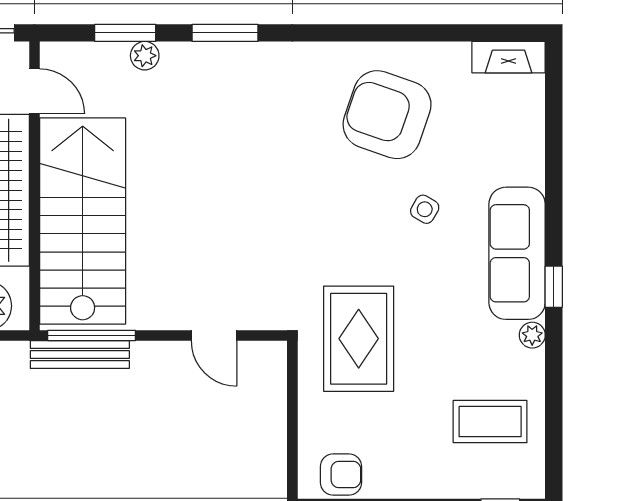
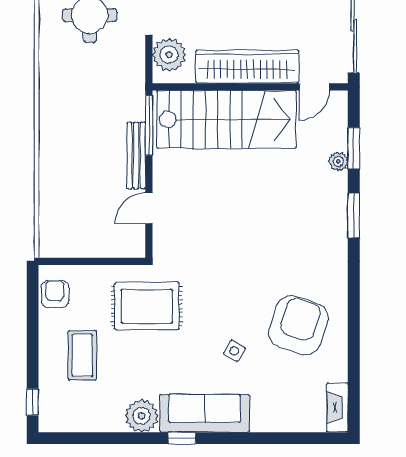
plant: (532, 335) -> (142, 416), width x1.88, depth x1.88
bench: (80, 355) -> (136, 156), moved
coffee table: (490, 422) -> (82, 355), moved
armchair: (341, 474) -> (55, 294), turned 180

